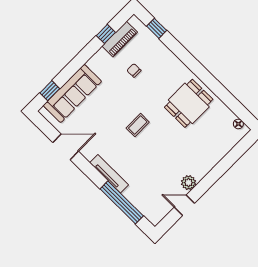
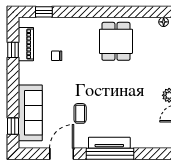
coffee table: (138, 125) -> (80, 113), moved
window: (122, 202) -> (110, 154), moved

